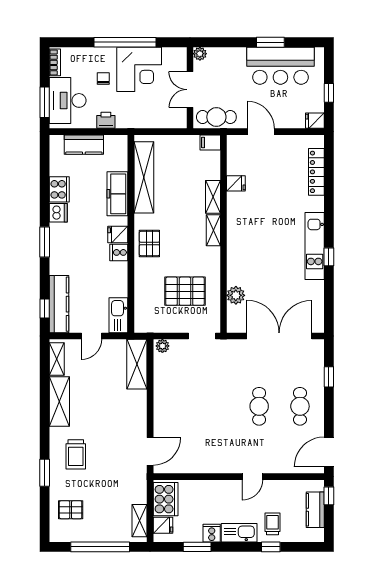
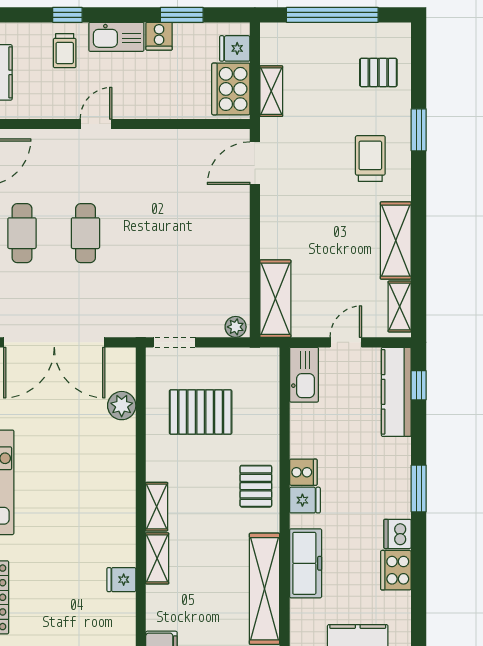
shelving: (140, 521) -> (271, 91), moved

